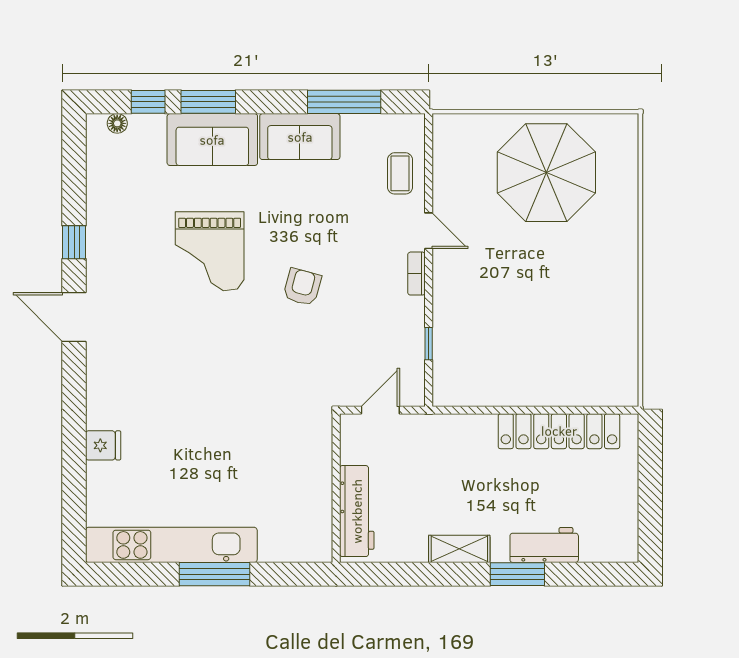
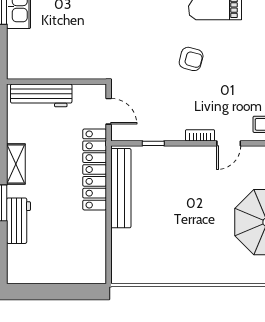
bench: (495, 392) -> (121, 188), added
locker: (559, 431) -> (95, 169), moved

